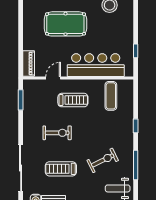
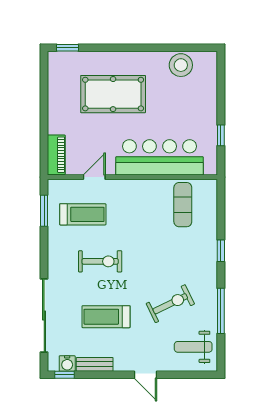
treadmill: (73, 100) -> (83, 214), moved

